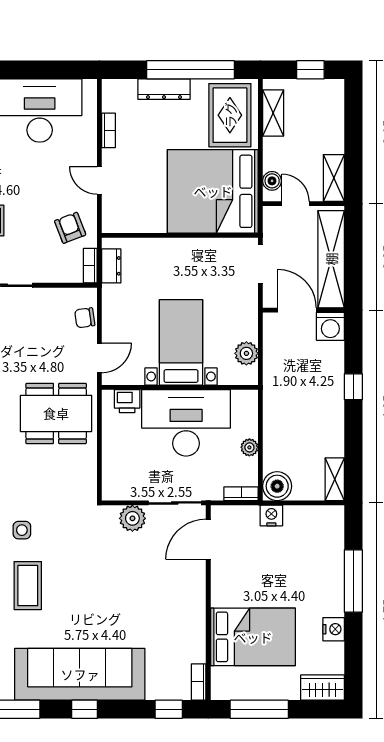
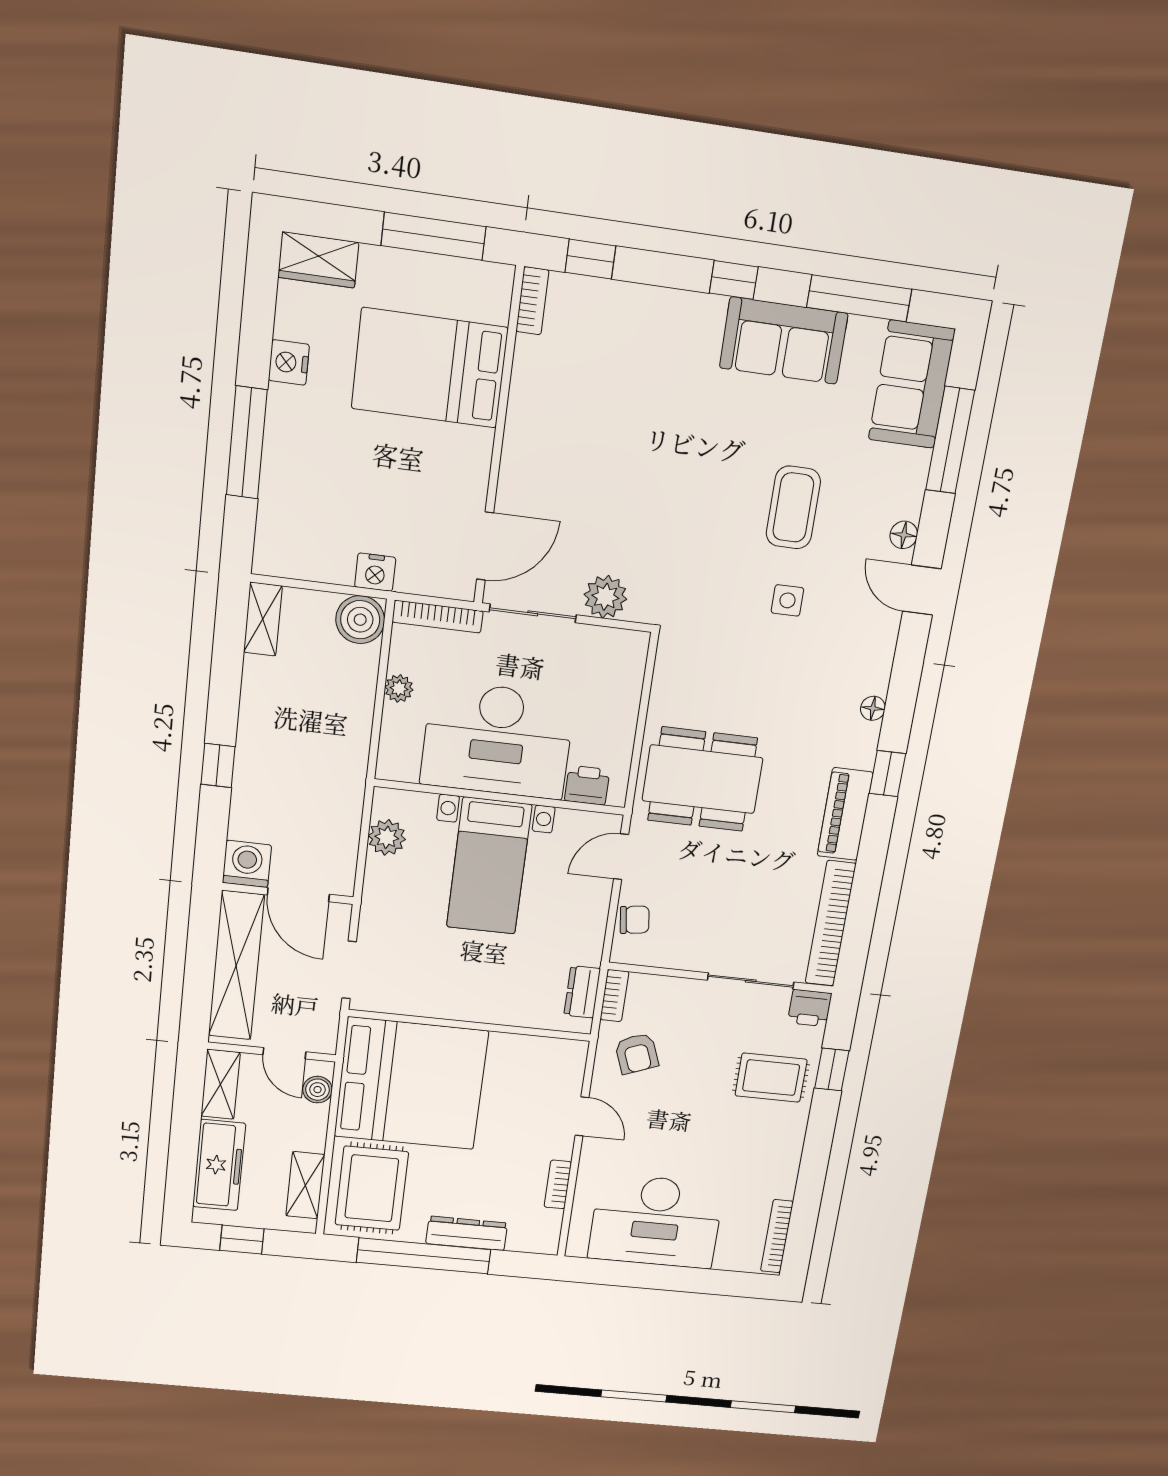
freezer: (330, 122) -> (219, 1165), added
bookcase: (241, 494) -> (438, 617), width x1.56
sofa: (80, 674) -> (784, 341), width x0.54, depth x0.79

